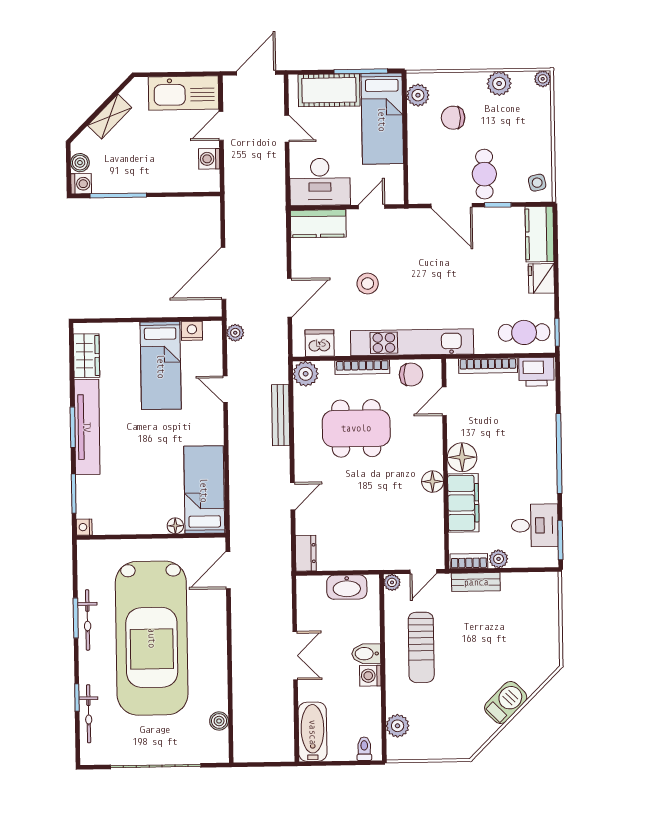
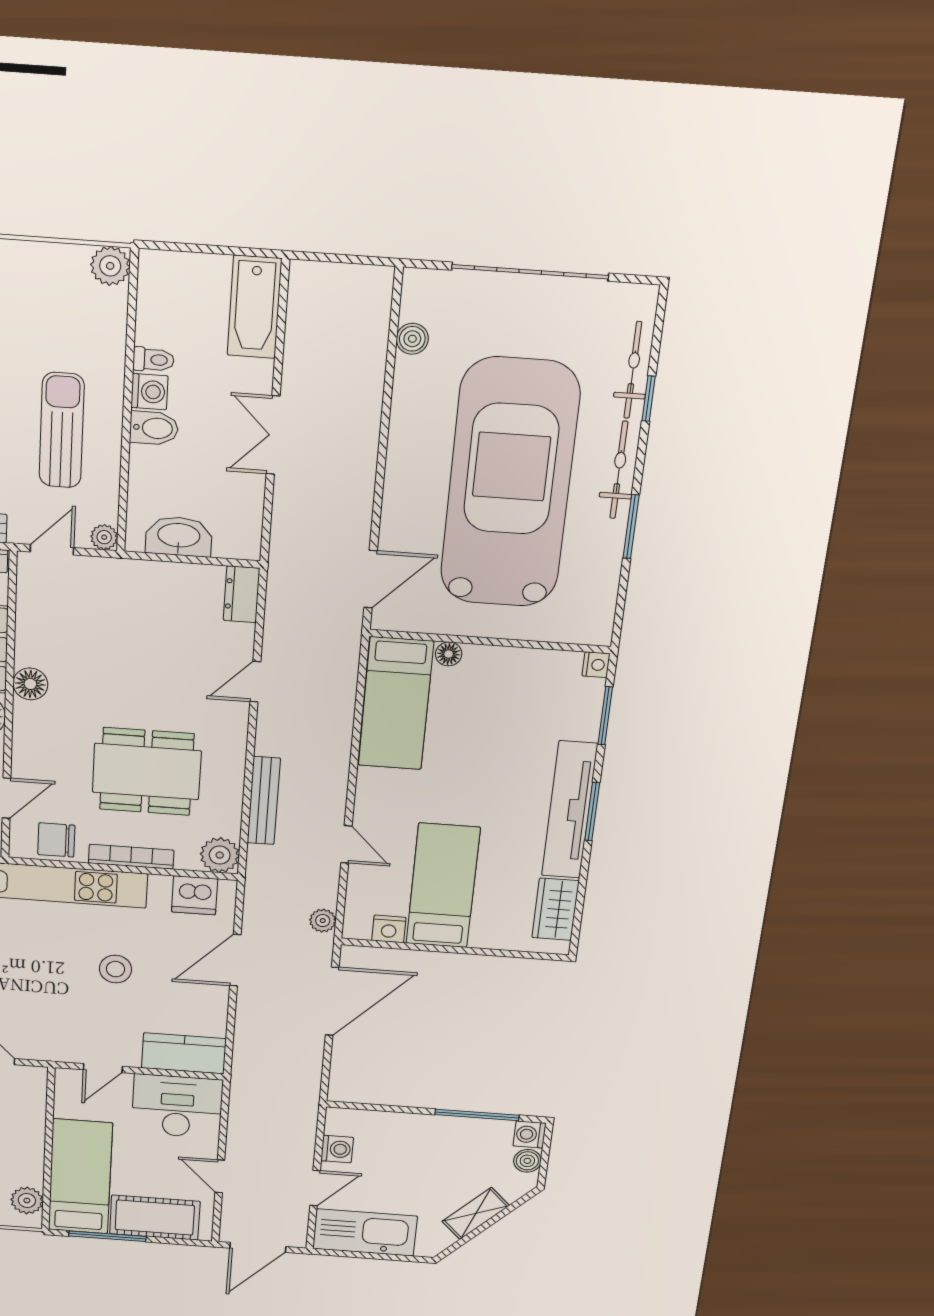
bicycle: (88, 620) -> (619, 470), moved
plant: (398, 726) -> (110, 266), moved
toilet: (364, 749) -> (153, 360), moved, turned -90

